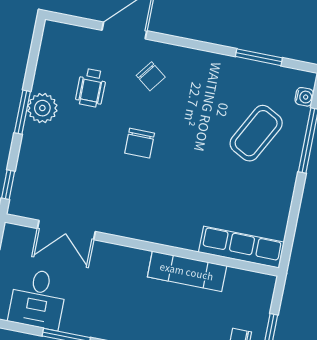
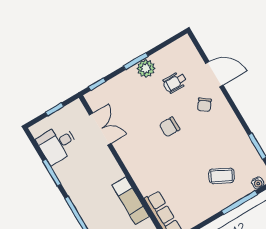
coffee table: (256, 133) -> (222, 176), width x0.73, depth x0.77
double door: (66, 230) -> (100, 129), swing flipped

